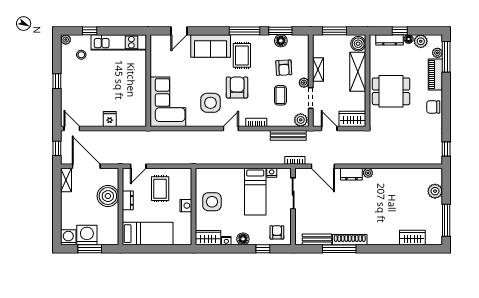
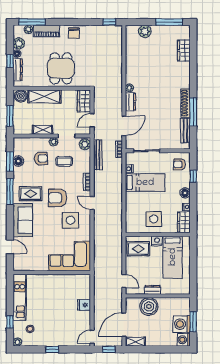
rug: (160, 189) -> (138, 249), moved
bed: (148, 234) -> (173, 257), moved, turned 180

